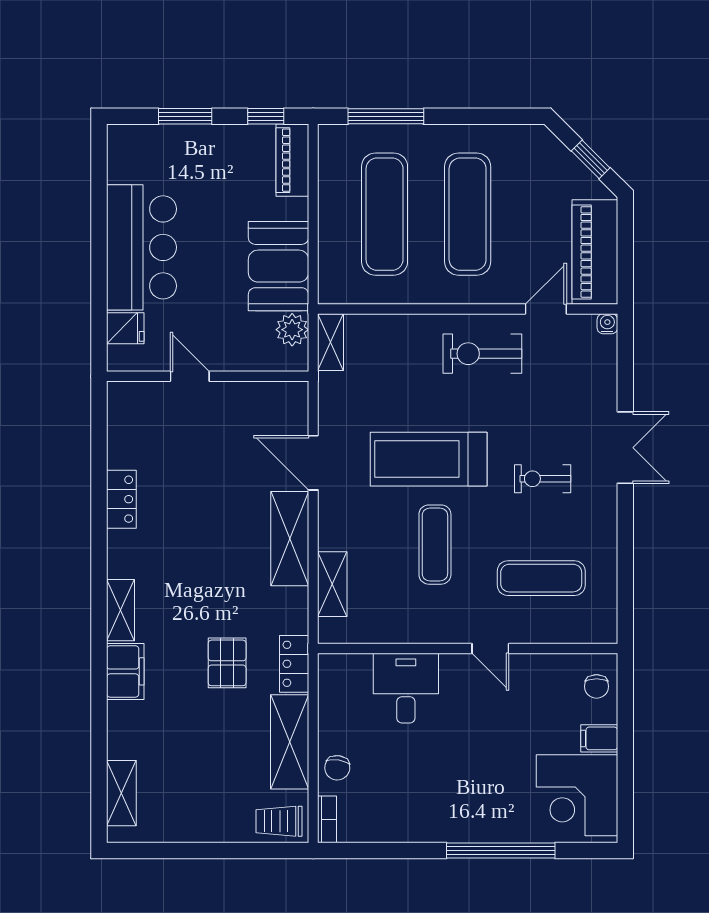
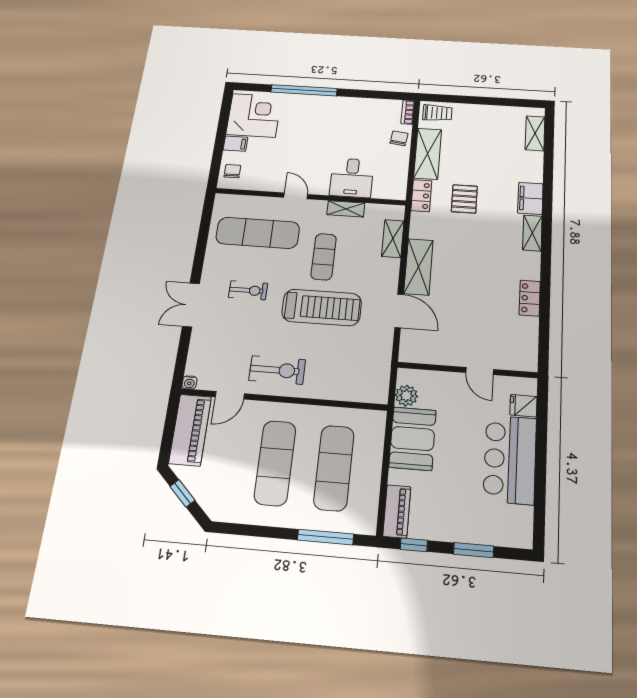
shelving: (331, 342) -> (346, 209), moved, turned 90
exercise mat: (541, 578) -> (258, 233), width x1.36, depth x1.45

